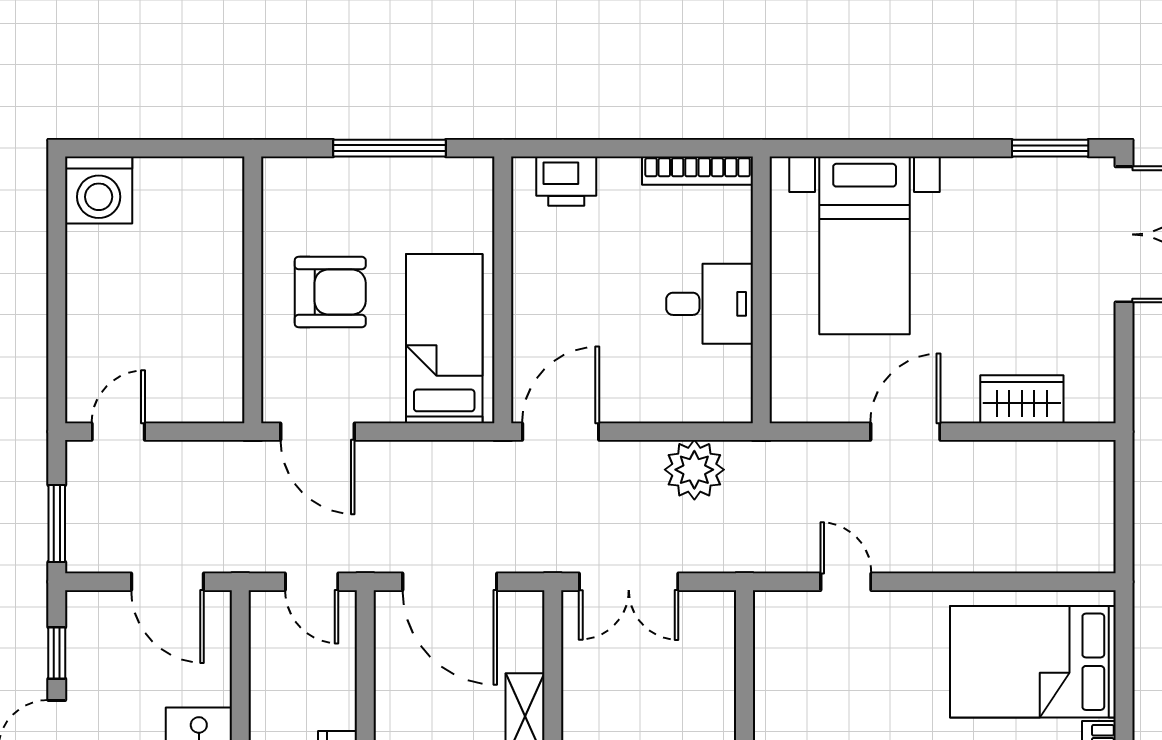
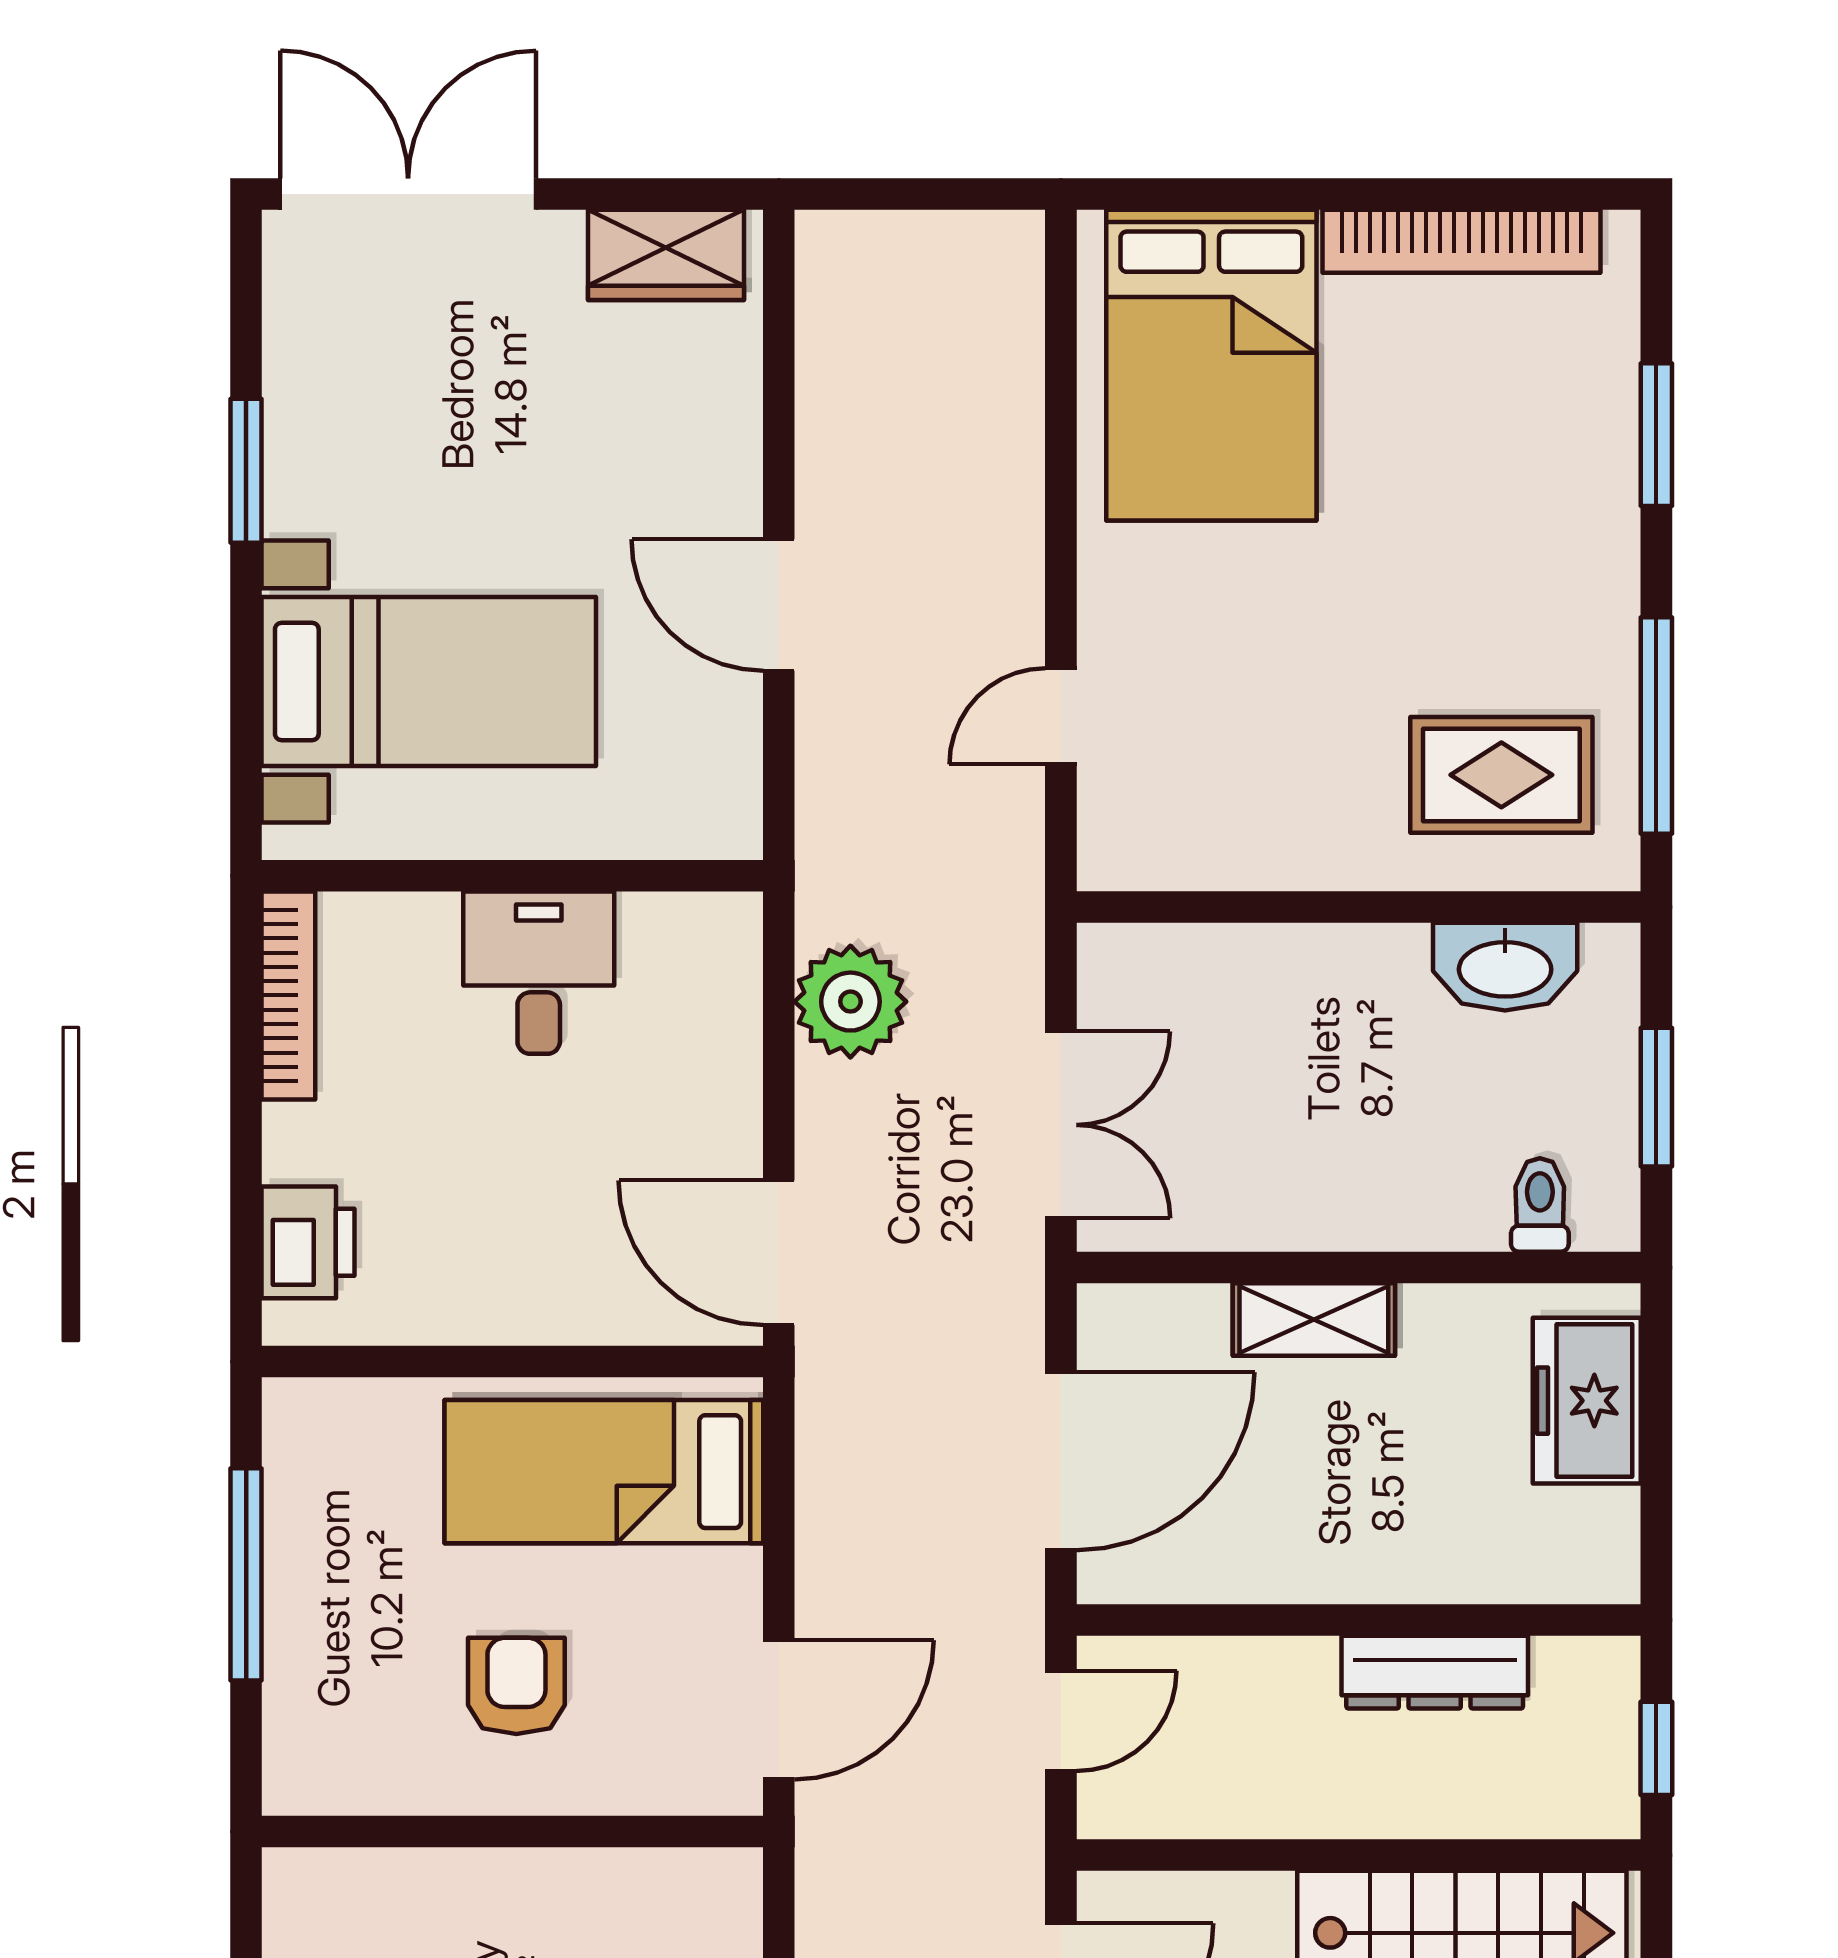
window: (1050, 148) -> (246, 471), moved
armchair: (330, 292) -> (516, 1686), width x0.72, depth x0.72
wardrobe: (1022, 399) -> (666, 255), moved, turned -90

